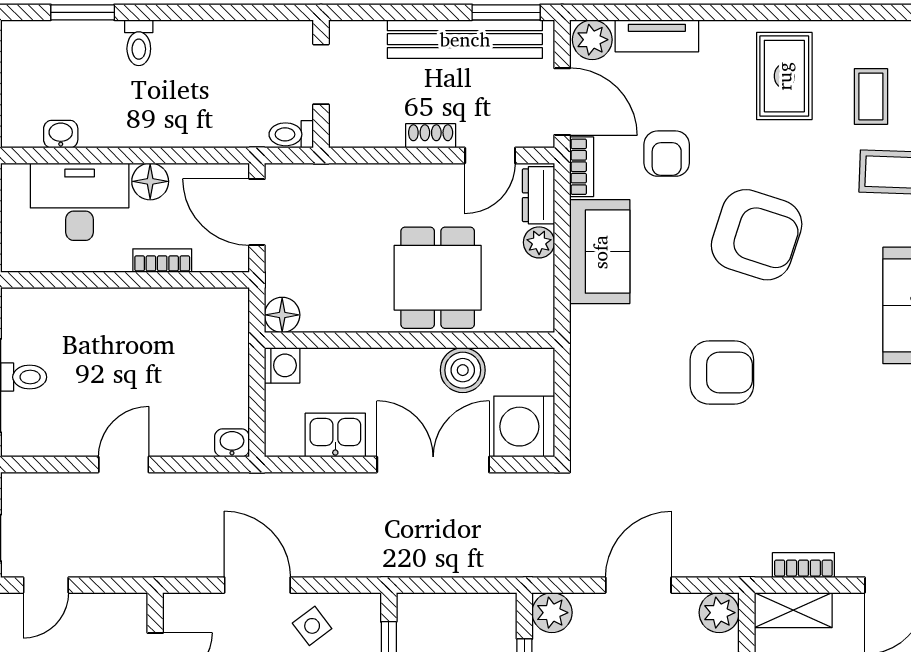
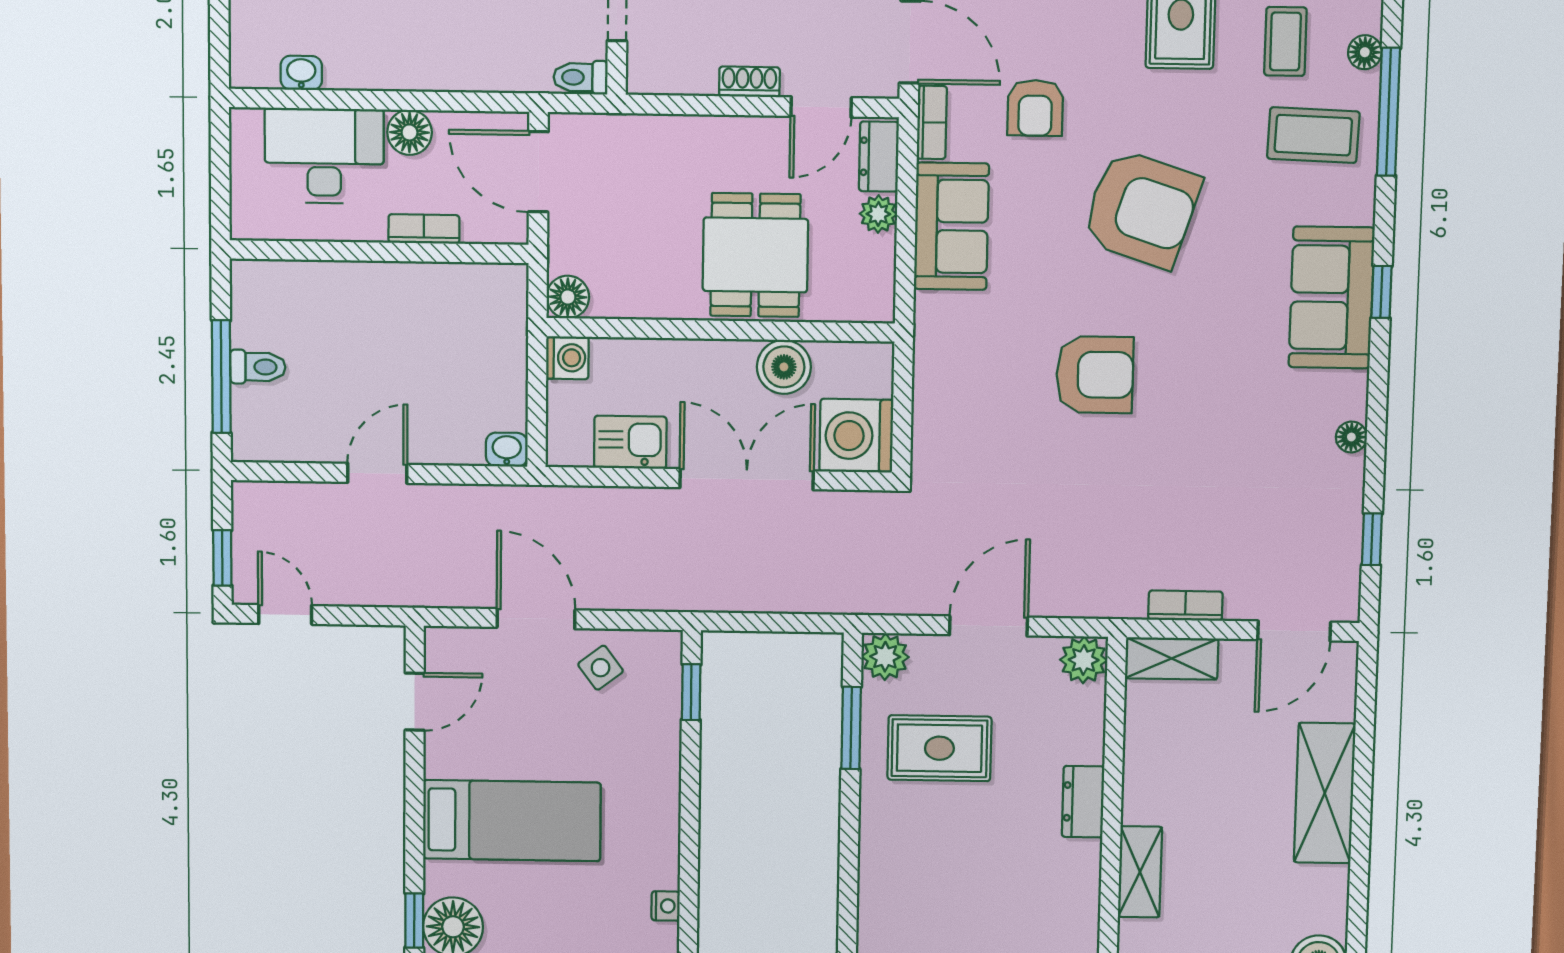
door: (46, 585) -> (285, 615), swing flipped

